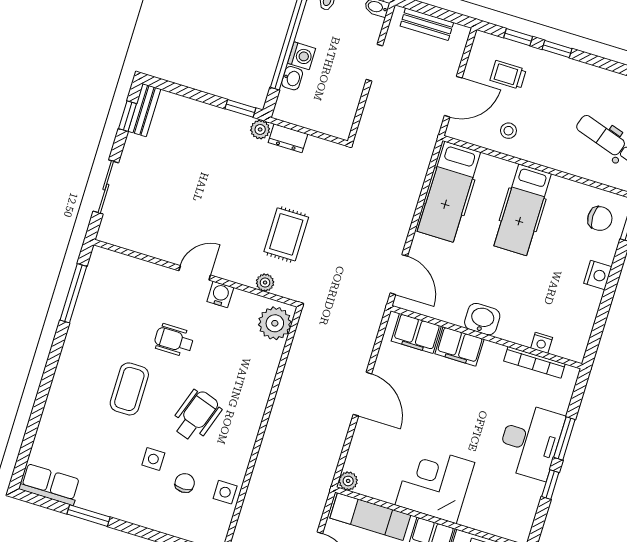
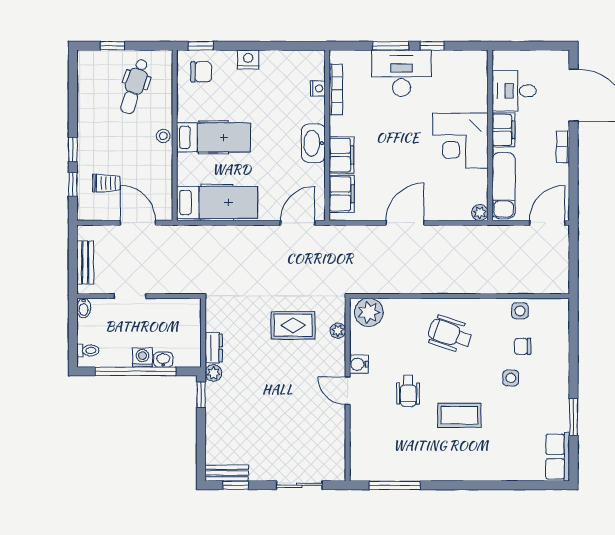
trolley: (508, 75) -> (106, 183), turned -90
stool: (508, 131) -> (163, 136), moved
chair: (600, 219) -> (201, 72), turned 90
washbasin: (482, 319) -> (313, 143), width x1.38
wheelchair: (196, 416) -> (450, 334), moved

